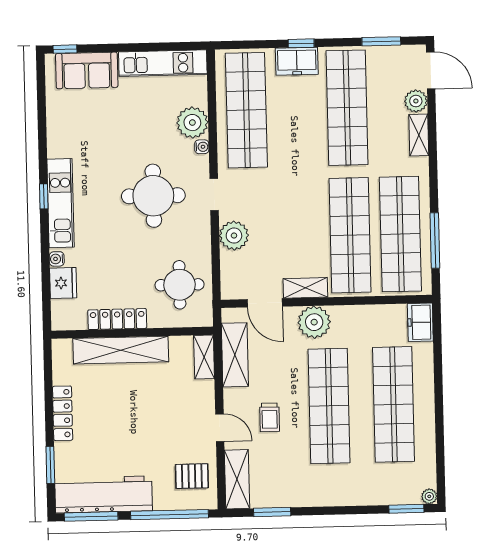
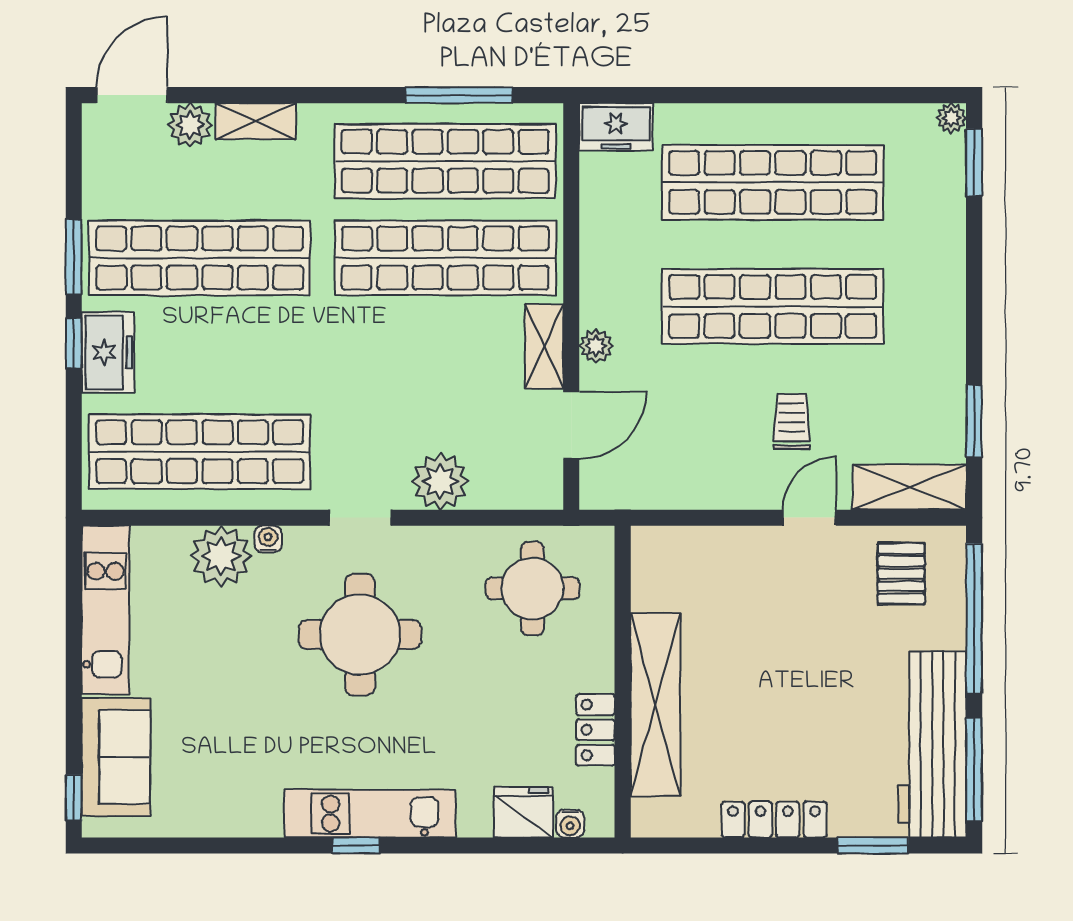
window: (381, 41) -> (74, 257), moved
water cooler: (57, 259) -> (570, 824), moved
locker: (117, 319) -> (596, 730), width x0.66
plant: (314, 322) -> (596, 346), width x0.53, depth x0.53
shelving: (235, 355) -> (670, 485), removed
shelving: (204, 357) -> (673, 545), removed
trolley: (270, 417) -> (792, 421), turned -90

